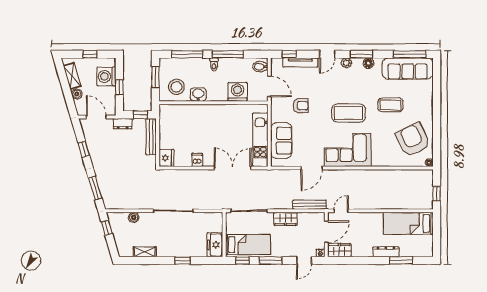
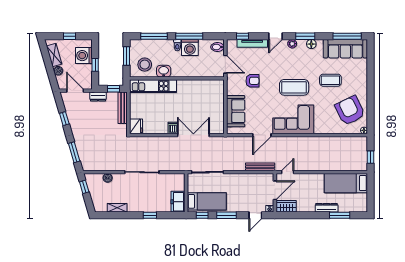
washing machine: (238, 92) -> (190, 48), moved, turned 180
kitchen unit: (260, 140) -> (153, 86), moved, turned -90
dishwasher: (197, 160) -> (173, 128), moved
wardrobe: (285, 219) -> (239, 179), removed

